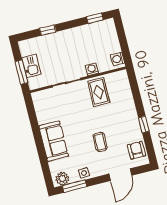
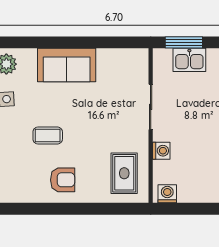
rug: (99, 92) -> (124, 173), moved, turned 90
window: (144, 124) -> (58, 209), removed
armchair: (137, 150) -> (63, 180), moved

